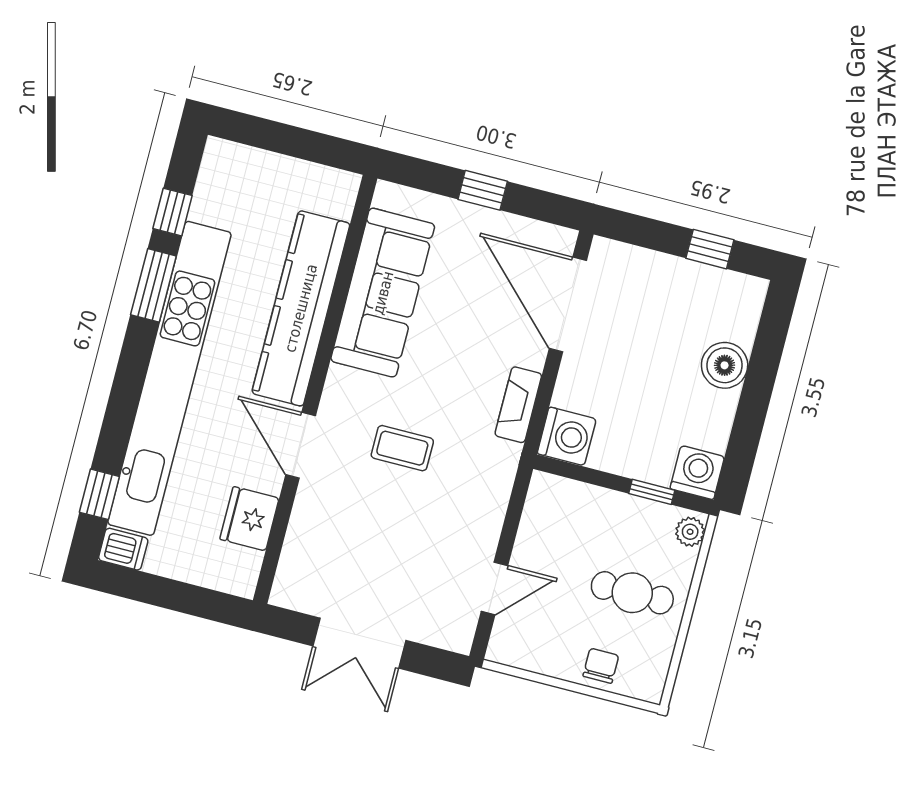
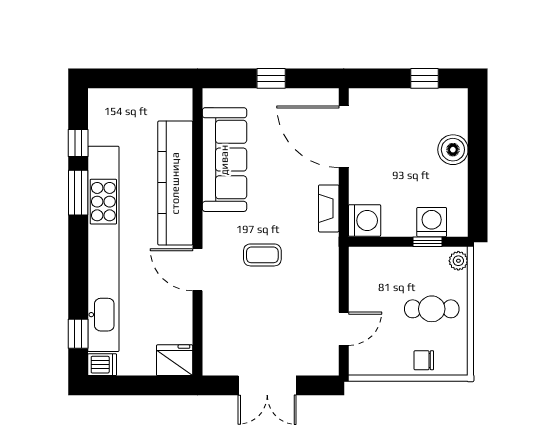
washing machine: (697, 473) -> (432, 222), moved
fridge: (249, 519) -> (175, 360), moved, turned 90
chair: (601, 666) -> (424, 360), turned -90

